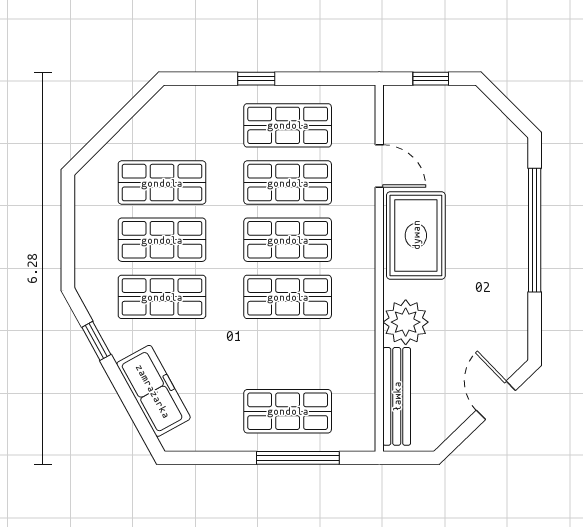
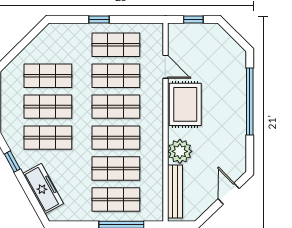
shop shelf: (288, 354) -> (116, 169), added

